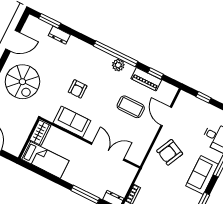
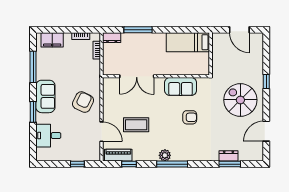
window: (50, 21) -> (230, 164), moved
window: (116, 54) -> (172, 164), width x0.68
piano: (146, 79) -> (118, 155), moved
armchair: (78, 89) -> (190, 117), turned 90
wardrobe: (40, 133) -> (203, 64), removed

